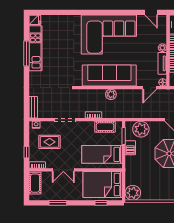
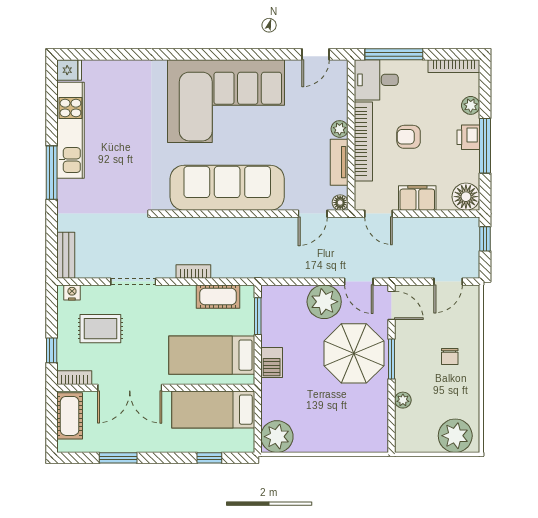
door: (151, 12) -> (315, 54), hinge flipped
window: (26, 53) -> (52, 173), moved
plant: (111, 94) -> (231, 228), removed
plant: (141, 129) -> (324, 302), moved
barbecue: (130, 148) -> (272, 363), moved
double door: (63, 170) -> (130, 388), width x1.37
bed: (103, 184) -> (213, 410), width x0.67

